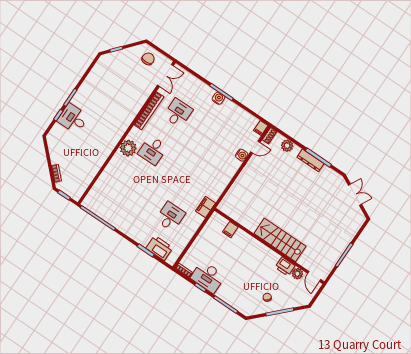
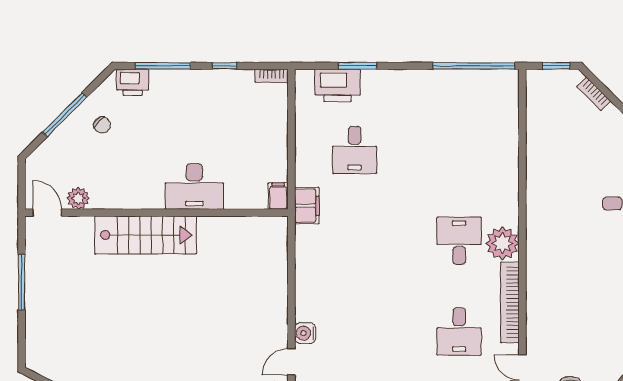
plant: (128, 148) -> (502, 243), moved
filing cabinet: (230, 230) -> (278, 196), moved
printer: (285, 267) -> (133, 82), moved, turned 180
desk: (208, 277) -> (194, 186), moved, turned 180

